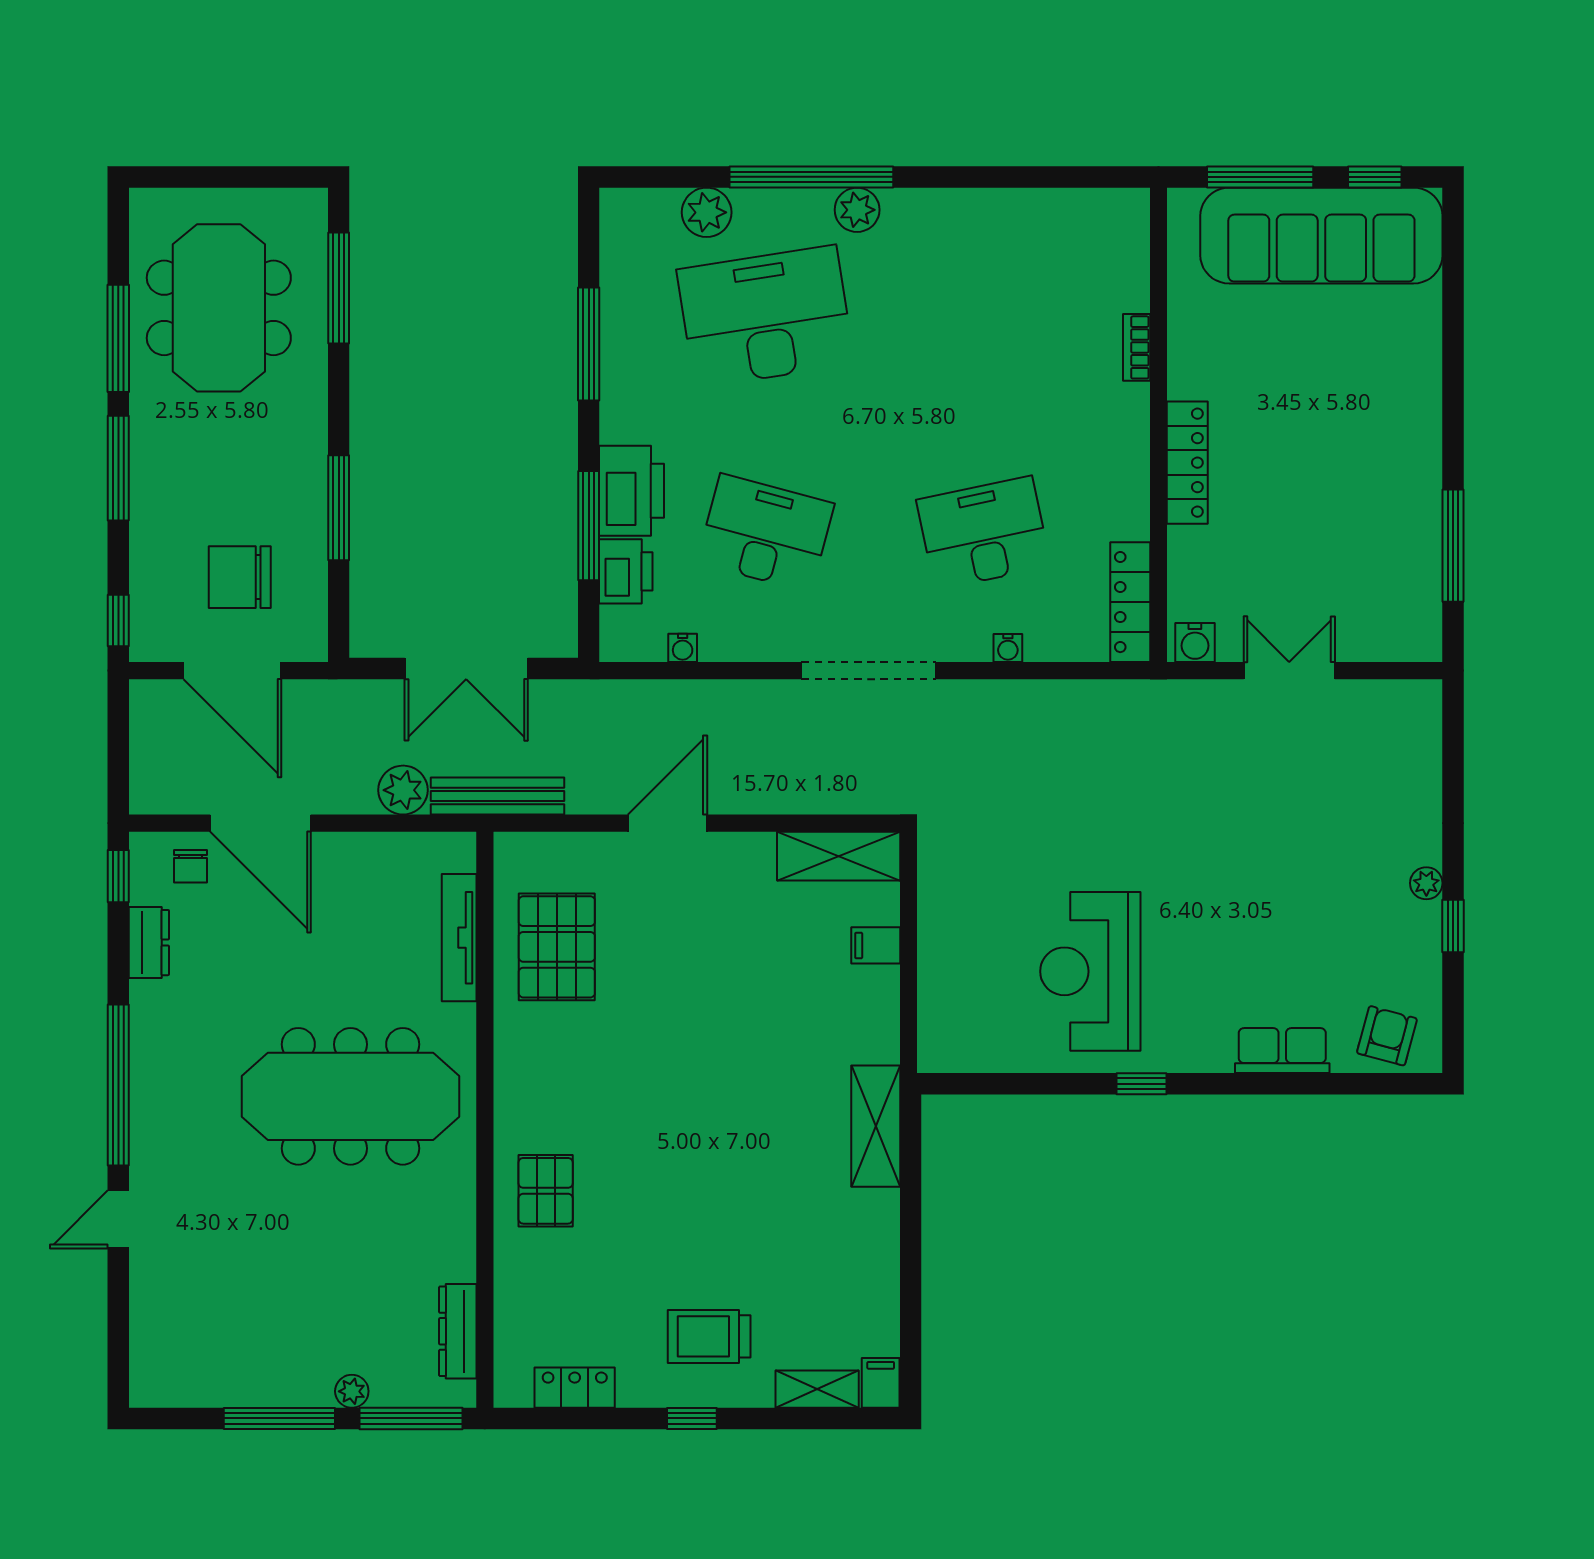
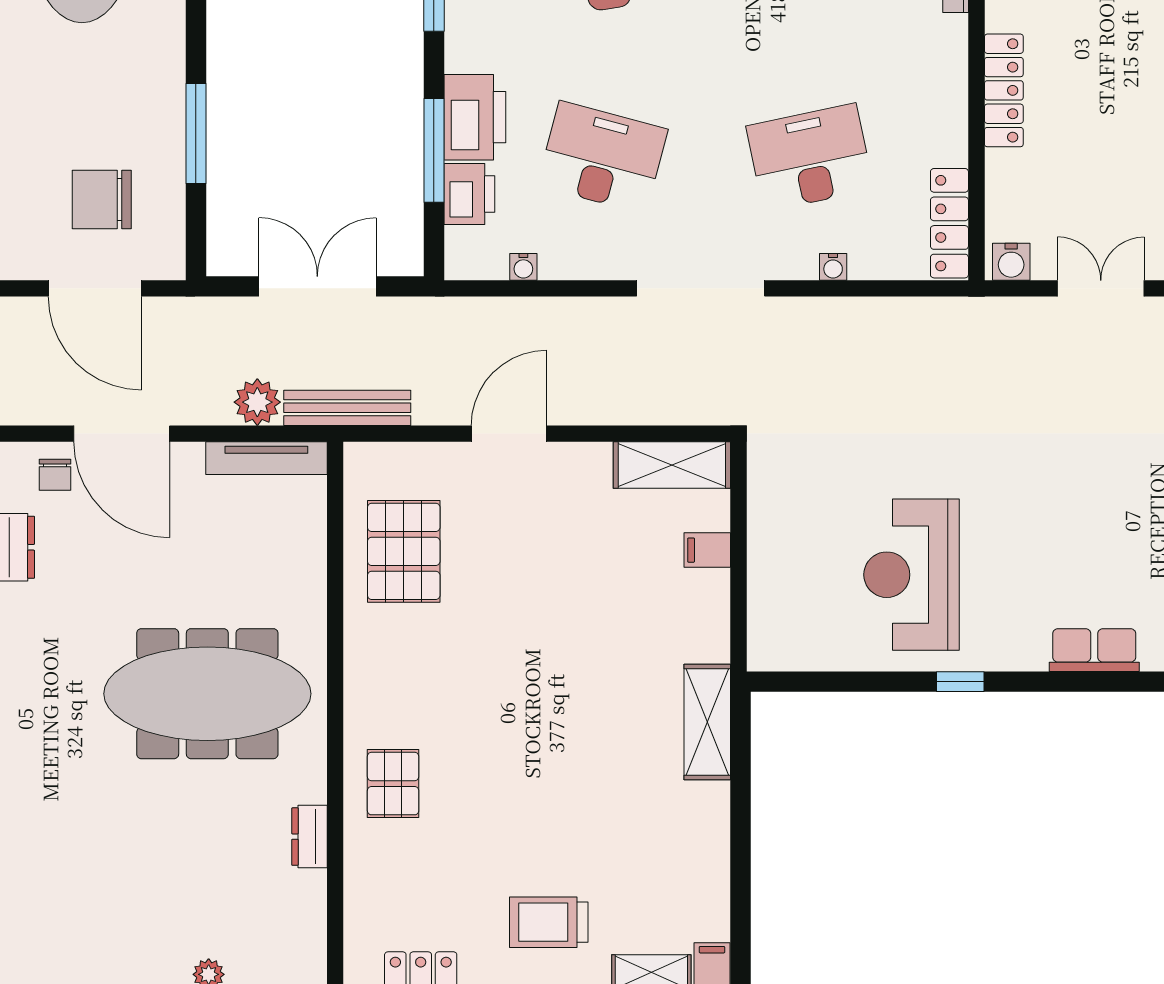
double door: (466, 668) -> (317, 286), swing flipped
tv unit: (459, 938) -> (266, 458), moved, turned -90
dresser: (458, 1331) -> (309, 837), moved, width x0.70

